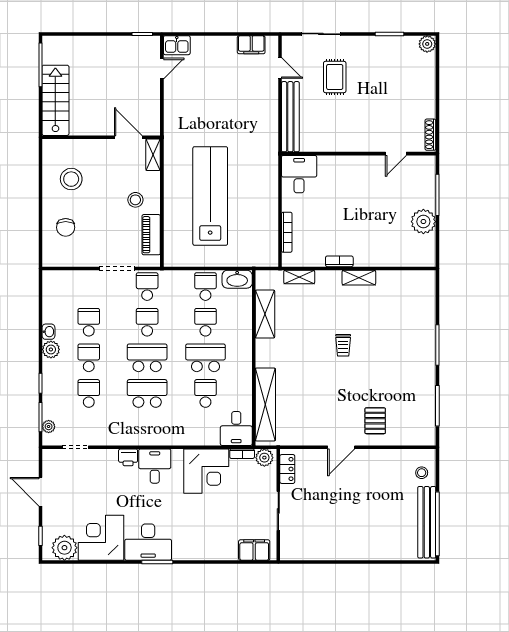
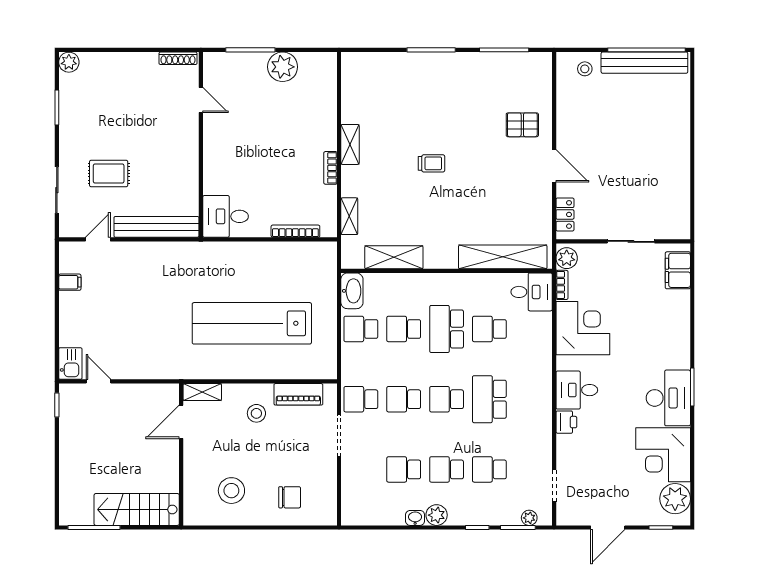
filing cabinet: (251, 45) -> (70, 282), width x0.50
school desk: (147, 358) -> (447, 399), width x0.54
locker: (287, 469) -> (565, 214), moved, turned 90

